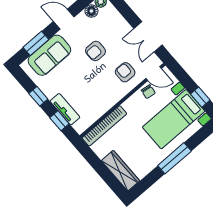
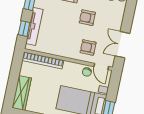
armchair: (125, 72) -> (88, 47), turned -90
tv unit: (65, 109) -> (34, 26), width x1.41

